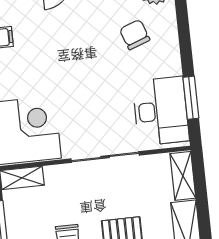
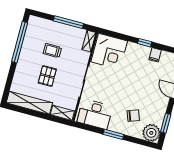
window: (191, 98) -> (113, 134), moved

